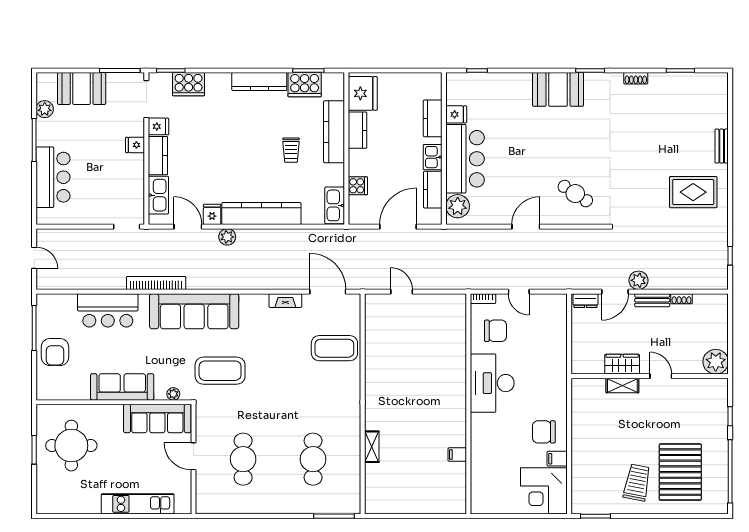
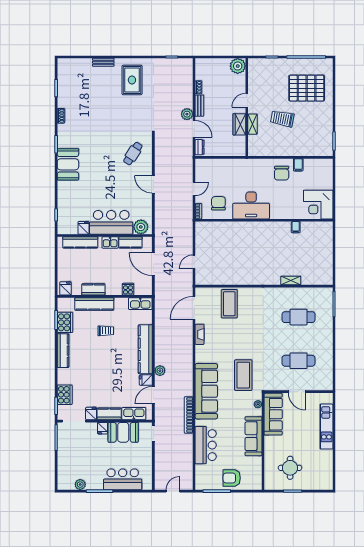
booth: (82, 88) -> (123, 432), moved, turned 90
fridge: (363, 93) -> (65, 288), width x0.53, depth x0.75
kitchen counter: (433, 118) -> (80, 242), width x1.50
armchair: (55, 352) -> (232, 478), turned 180
round table: (71, 446) -> (290, 468), width x0.73, depth x0.73
door: (193, 456) -> (297, 392), hinge flipped
trolley: (637, 483) -> (282, 119), moved
corner desk: (544, 491) -> (318, 205), moved, turned 90

